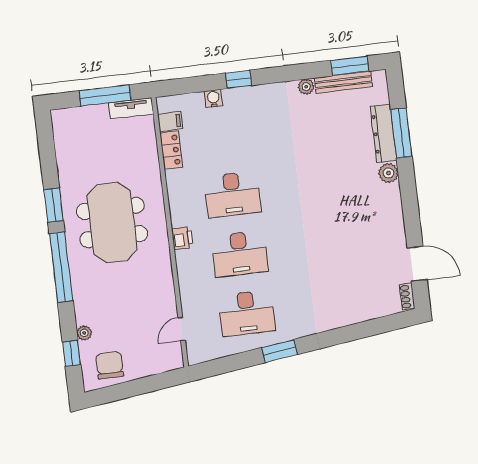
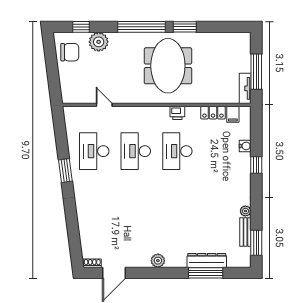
bench: (343, 82) -> (245, 232), width x0.73
plant: (388, 173) -> (158, 261), moved
meeting table: (112, 223) -> (168, 66), turned 90
printer: (182, 238) -> (177, 113), moved
door: (182, 329) -> (104, 105), moved
plant: (84, 333) -> (99, 42), width x1.88, depth x1.88

